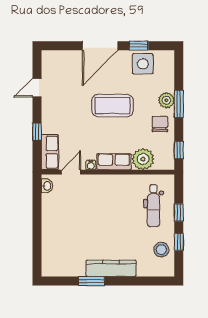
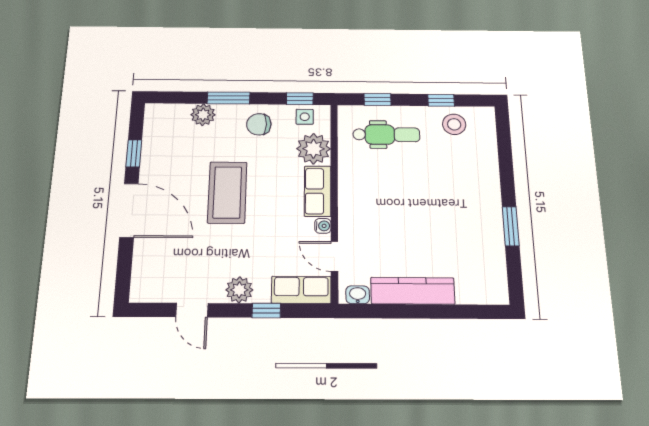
side table: (143, 64) -> (305, 117), moved, width x0.54, depth x0.54
plant: (166, 100) -> (203, 115), moved
plant: (50, 115) -> (239, 290), added
window: (179, 212) -> (377, 100), moved
kitchen counter: (111, 268) -> (413, 291), moved, turned 90

